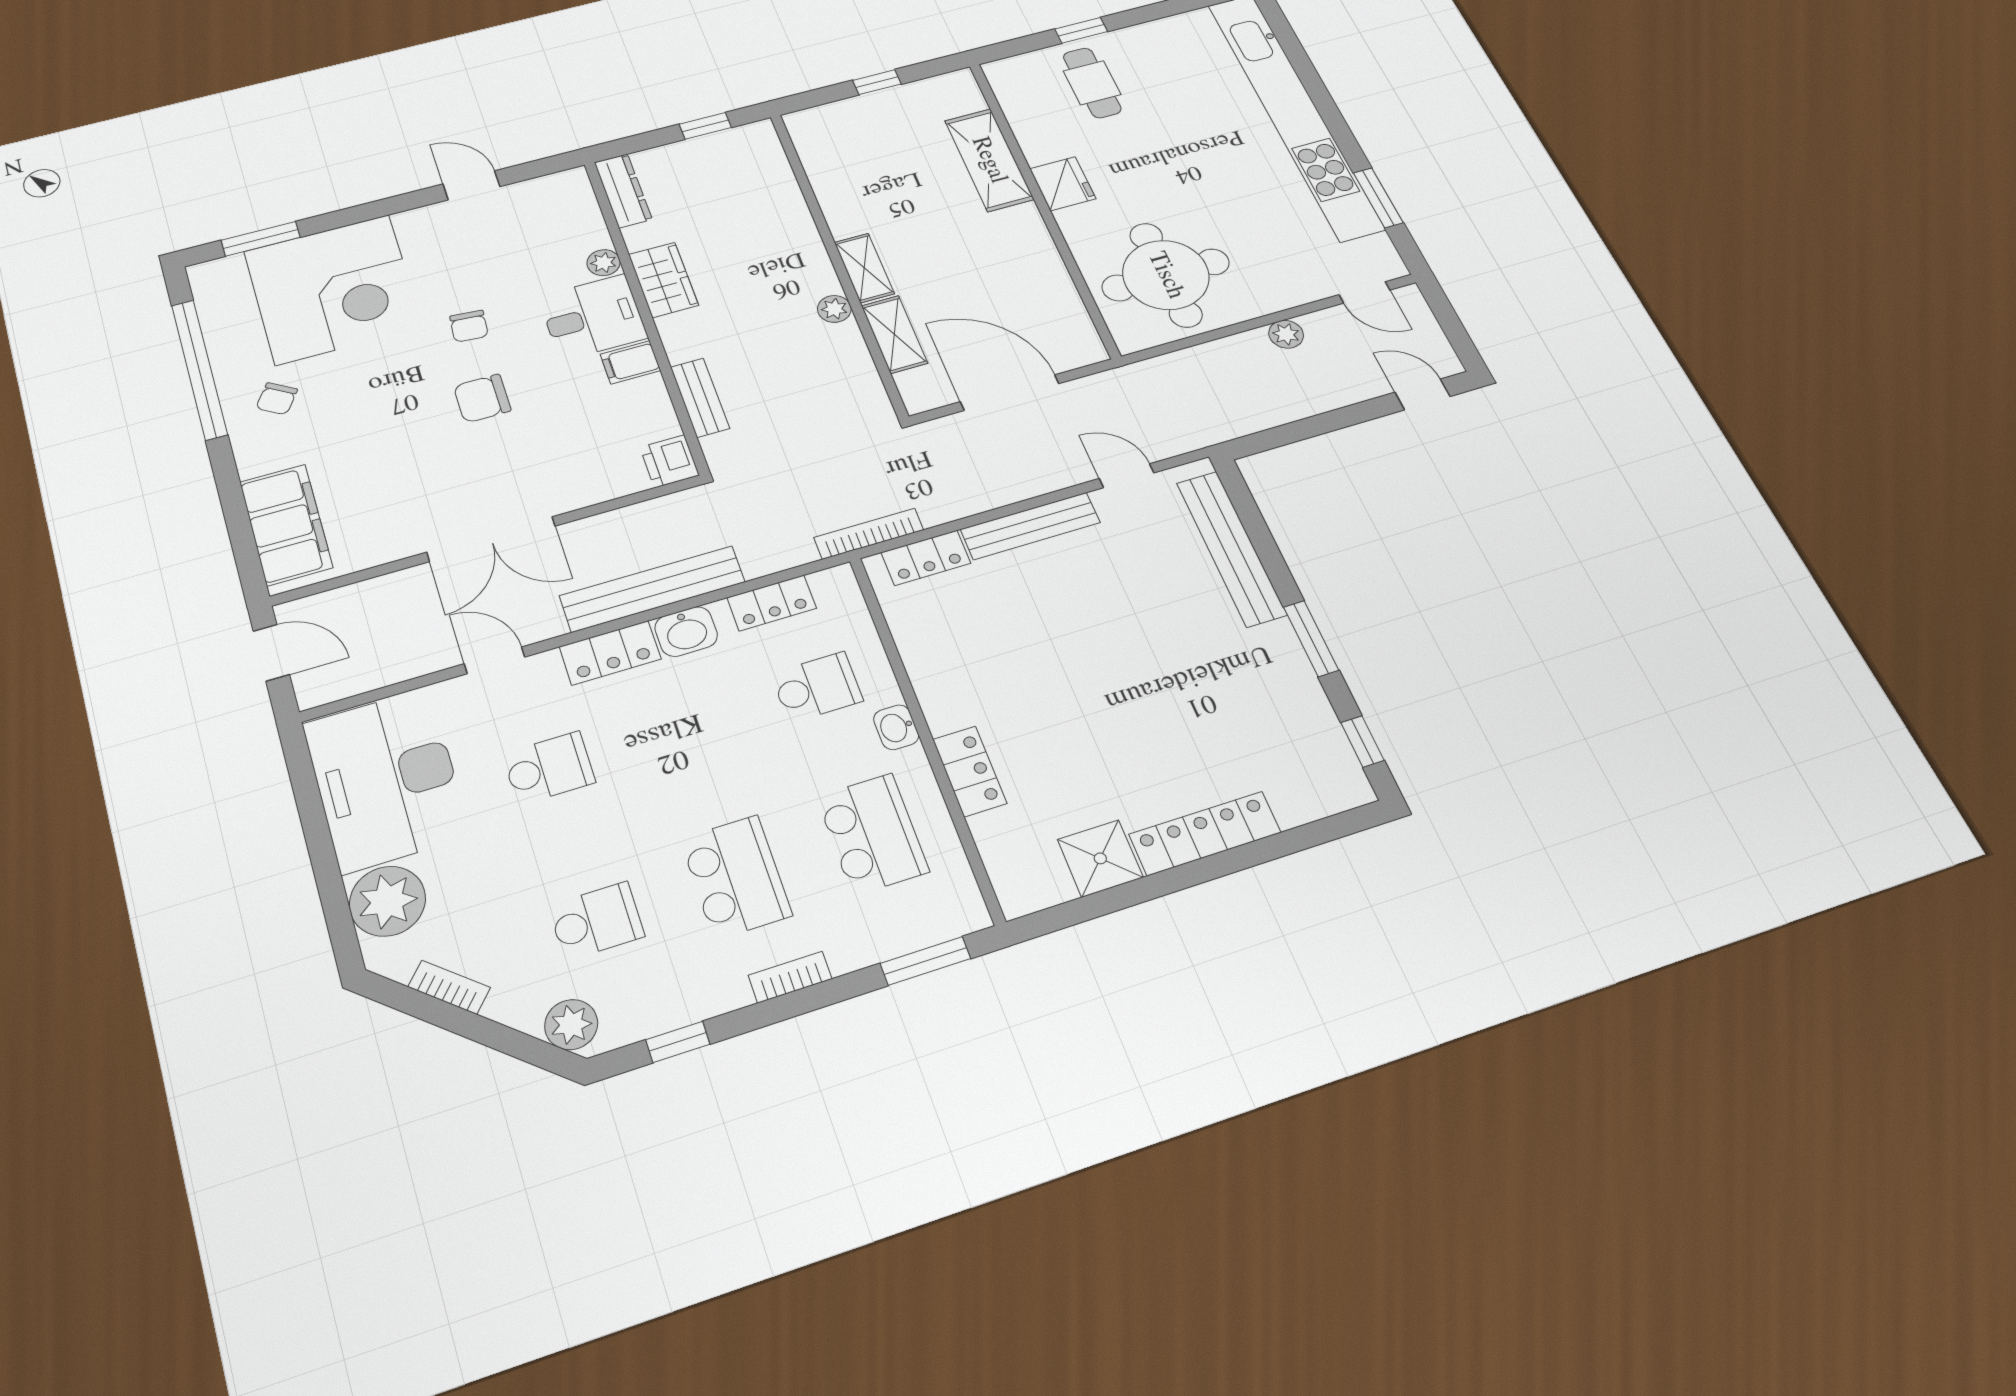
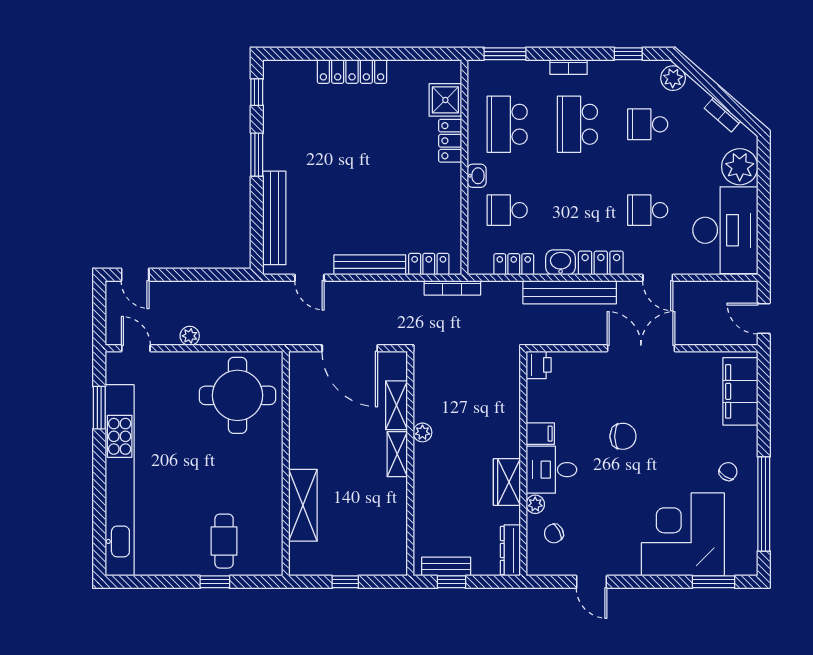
fridge: (1063, 184) -> (269, 475), removed
chair: (469, 326) -> (554, 534), moved, turned -123
bench: (700, 398) -> (446, 567), moved, turned 90
shower: (1100, 858) -> (445, 100), moved

